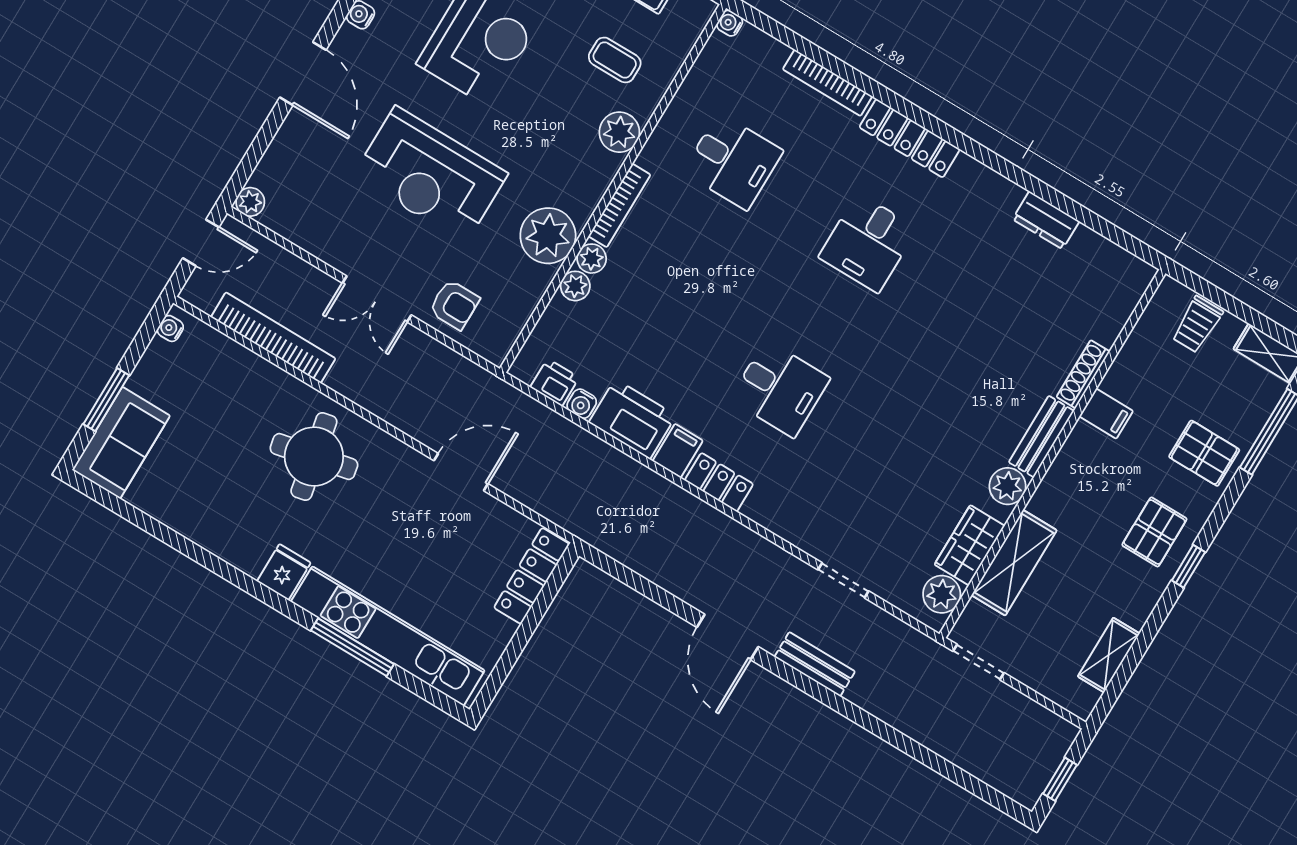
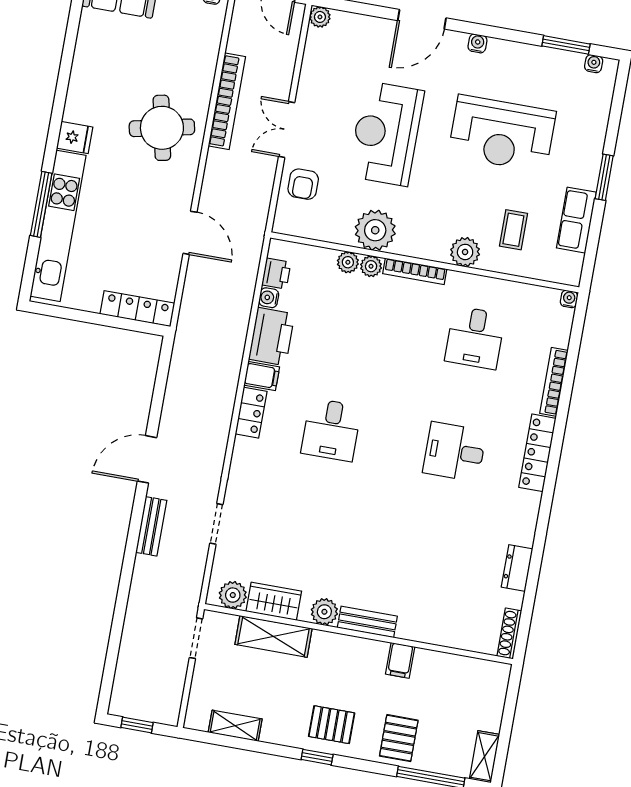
trolley: (1197, 324) -> (485, 699), removed
bookcase: (273, 338) -> (227, 101), moved
shoe rack: (1083, 374) -> (509, 633), moved, turned -90

